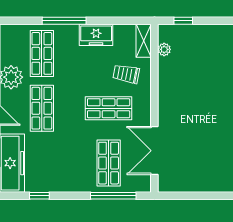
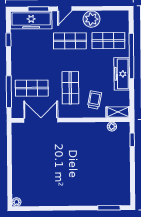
window: (64, 21) -> (131, 56), width x1.46
freezer: (96, 35) -> (122, 74), width x1.40

